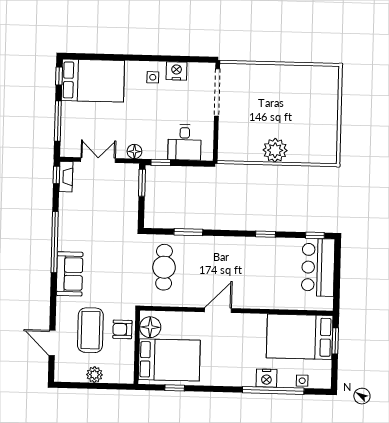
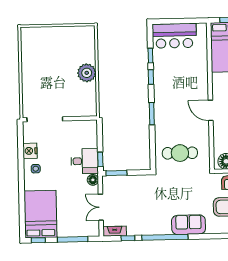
desk: (185, 142) -> (85, 161), moved
window: (56, 175) -> (128, 238), moved
window: (188, 232) -> (152, 114), moved
window: (315, 235) -> (150, 56), moved

